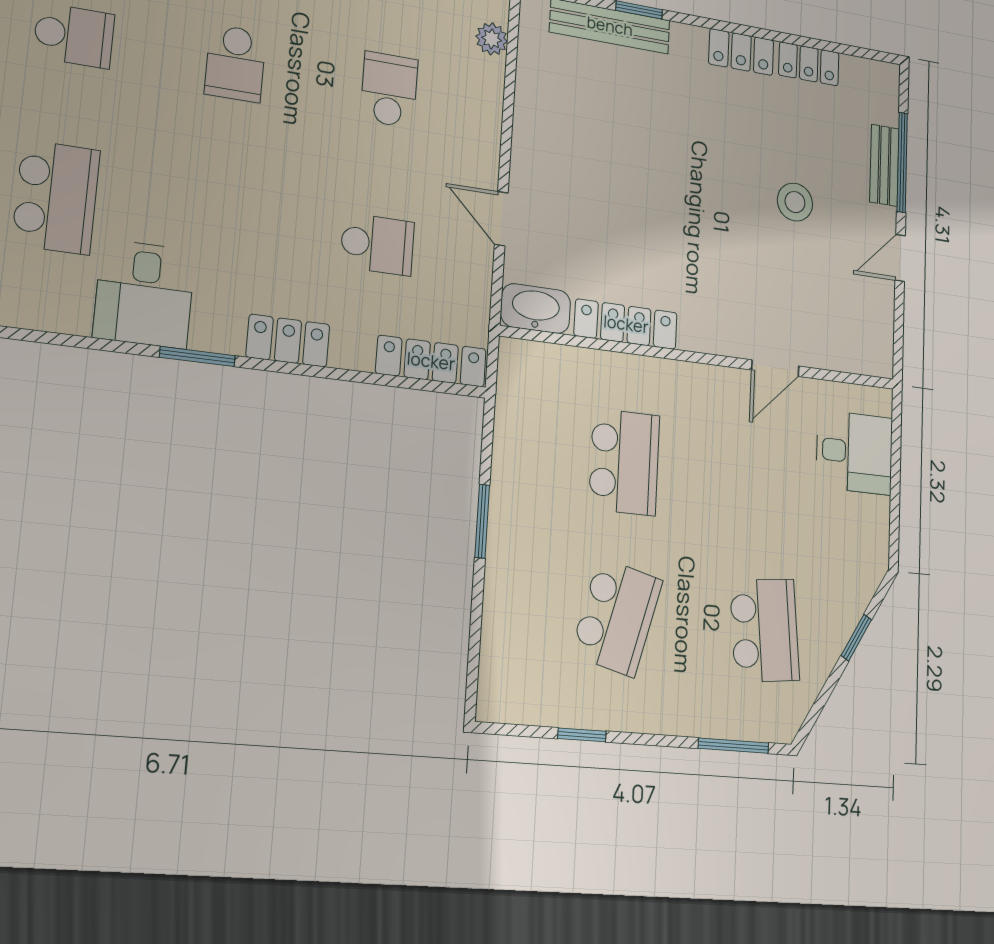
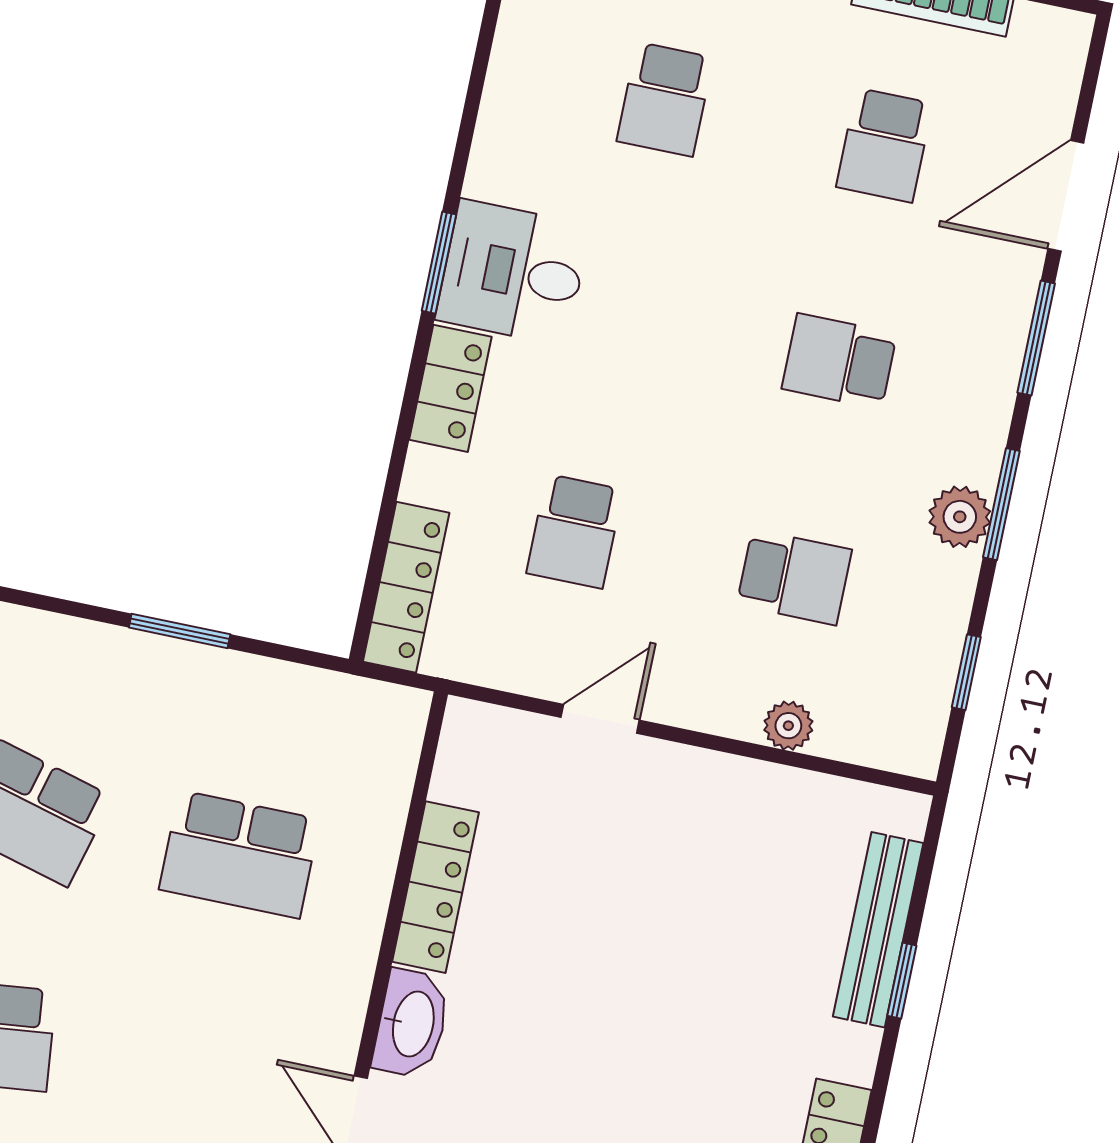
plant: (492, 39) -> (788, 726), moved
school desk: (56, 197) -> (665, 99), width x0.54
desk: (144, 294) -> (513, 272), moved
washbasin: (536, 309) -> (411, 1024), moved

